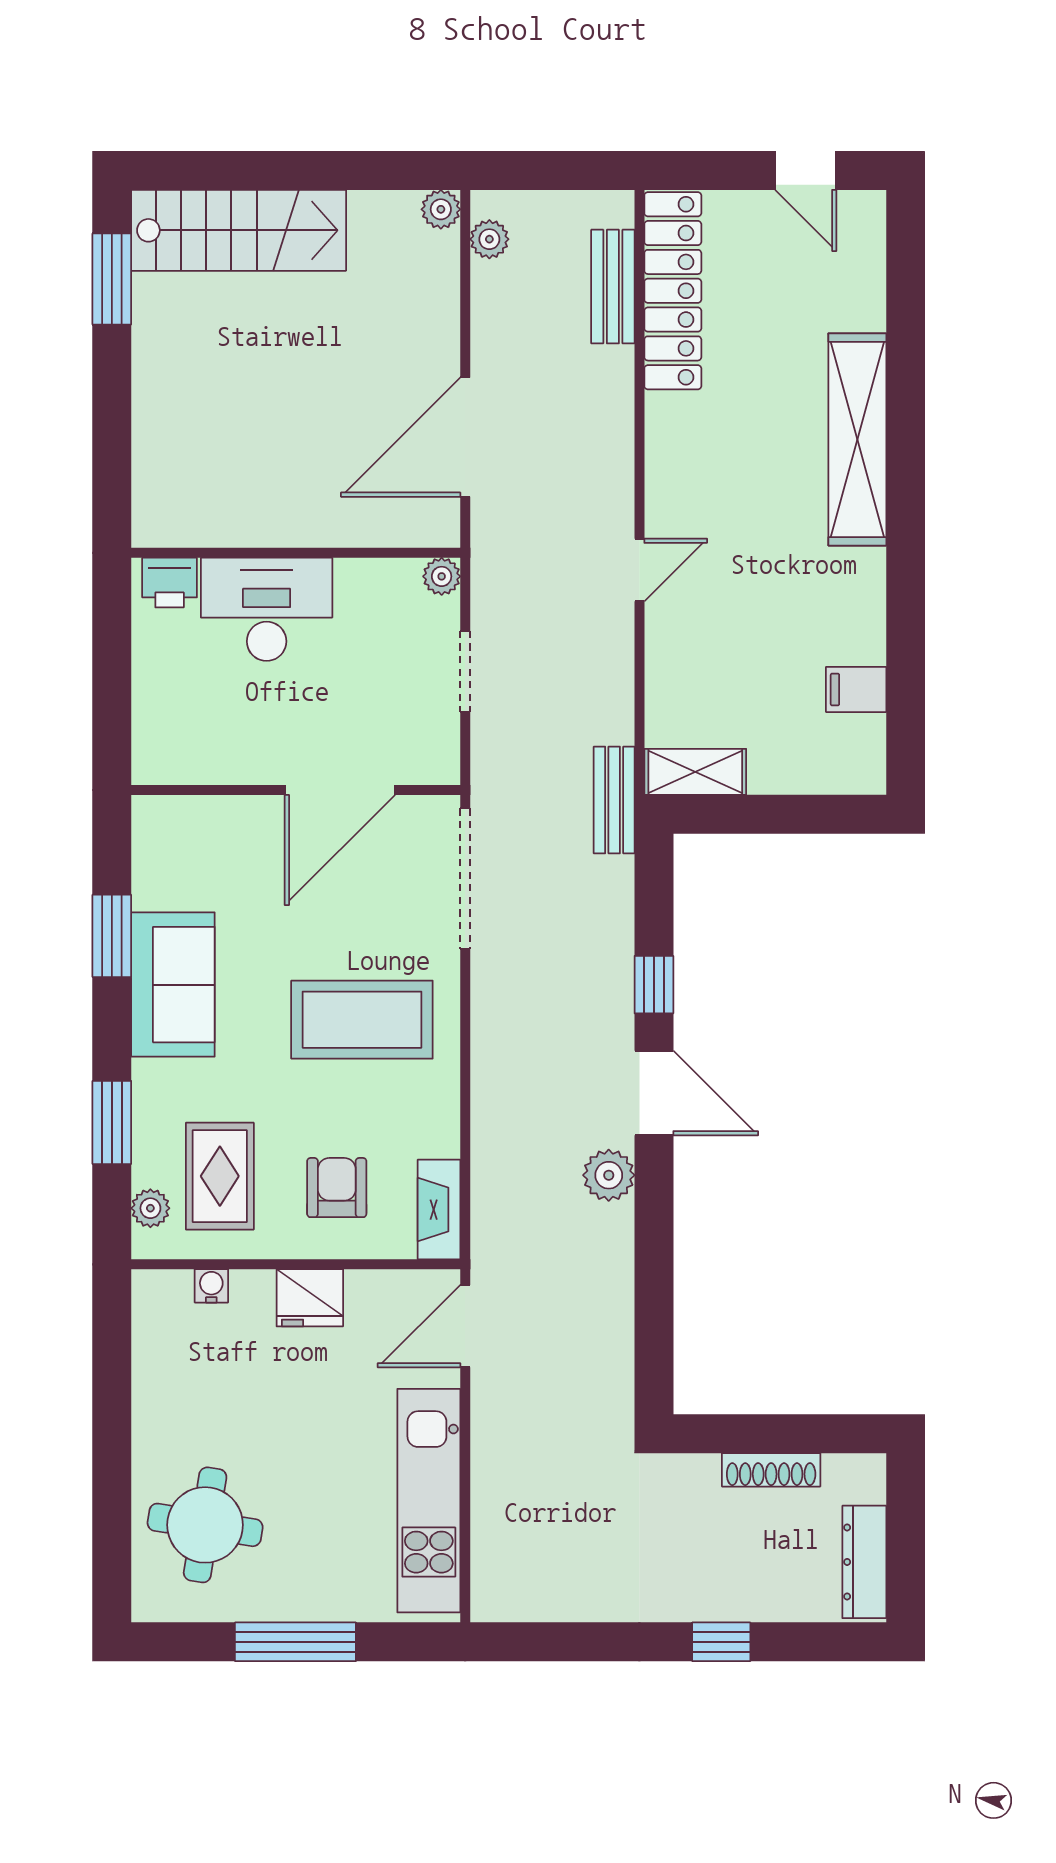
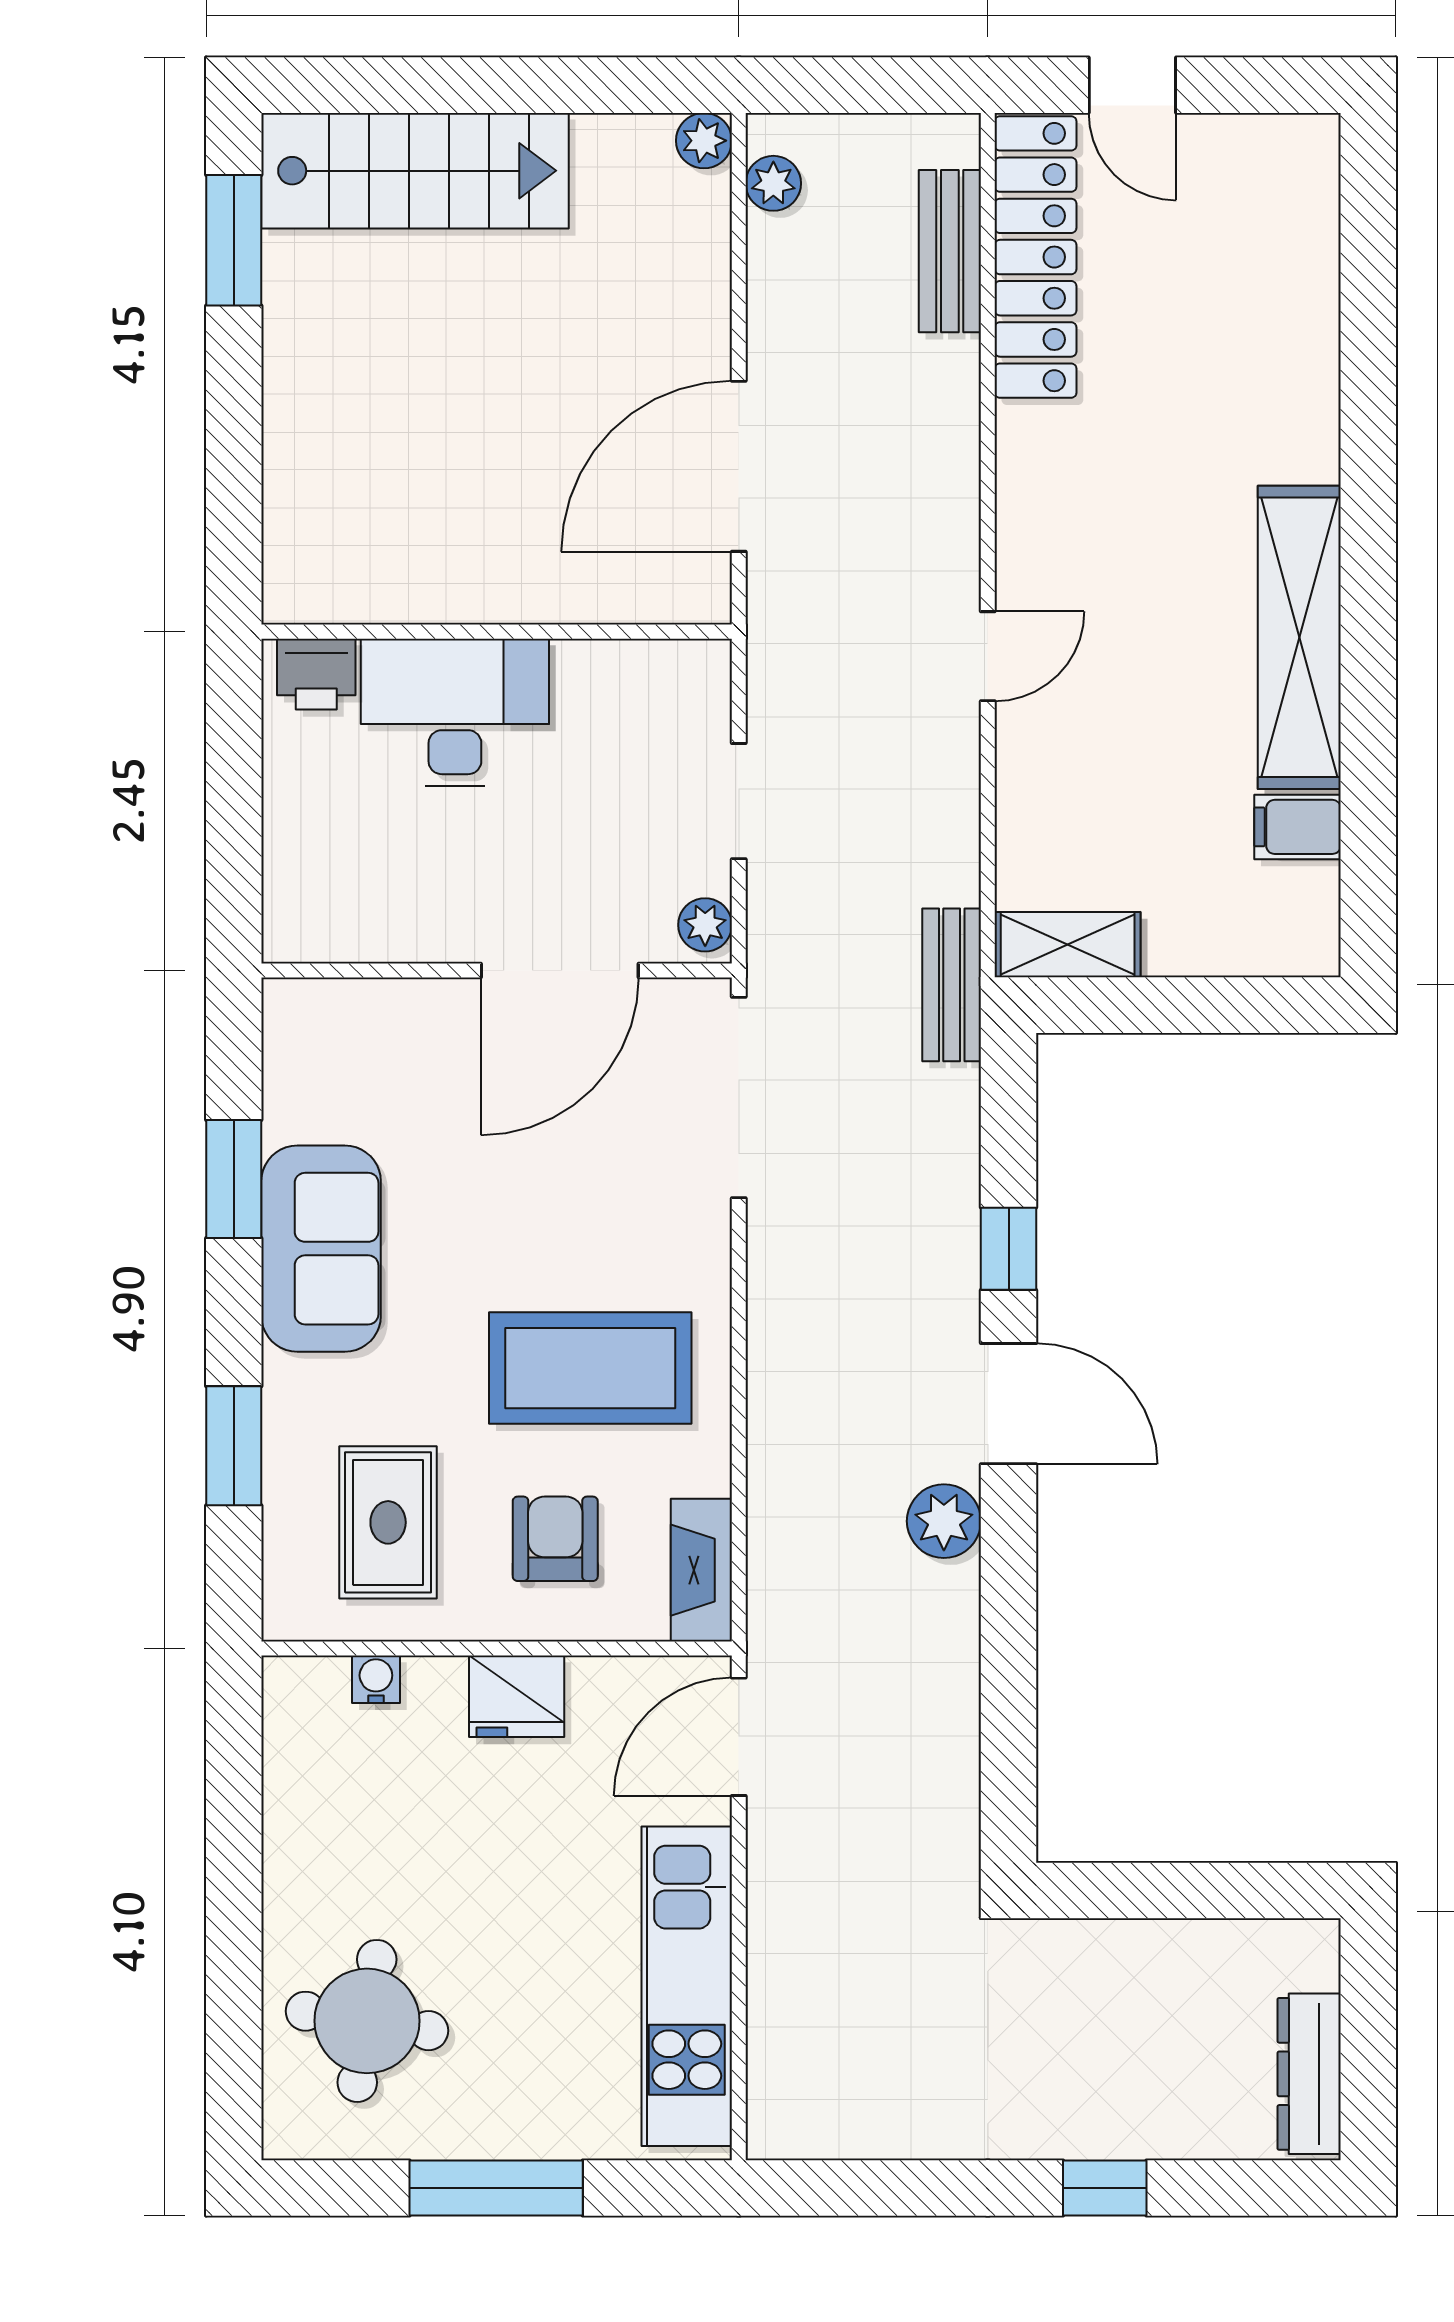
door: (806, 170) -> (1132, 85), moved
shelving: (857, 439) -> (1299, 637), moved
plant: (442, 576) -> (705, 925), moved
coffee table: (362, 1020) -> (590, 1368), moved
plant: (150, 1208) -> (289, 1568), removed
shoe rack: (771, 1470) -> (1176, 1942), removed

